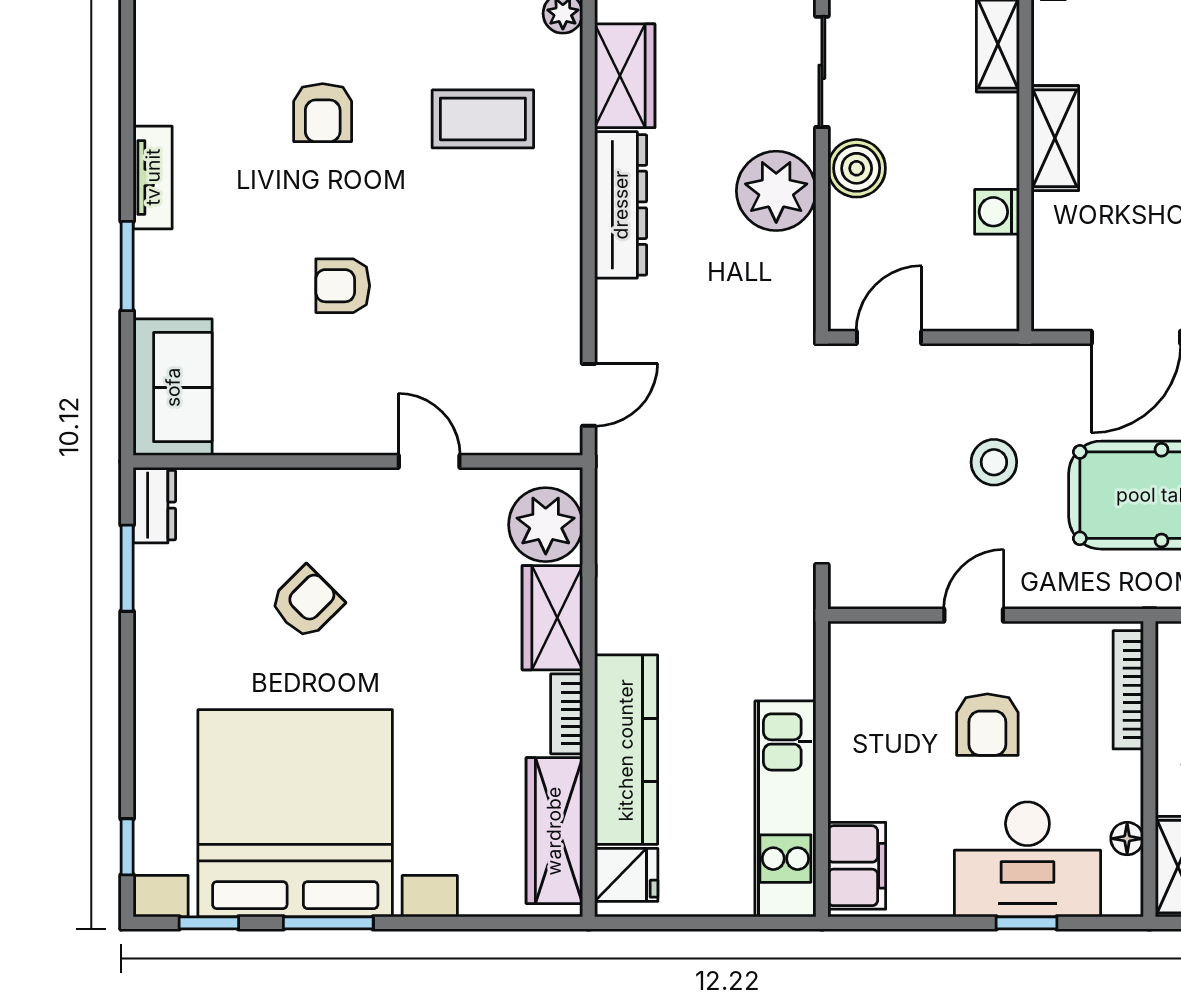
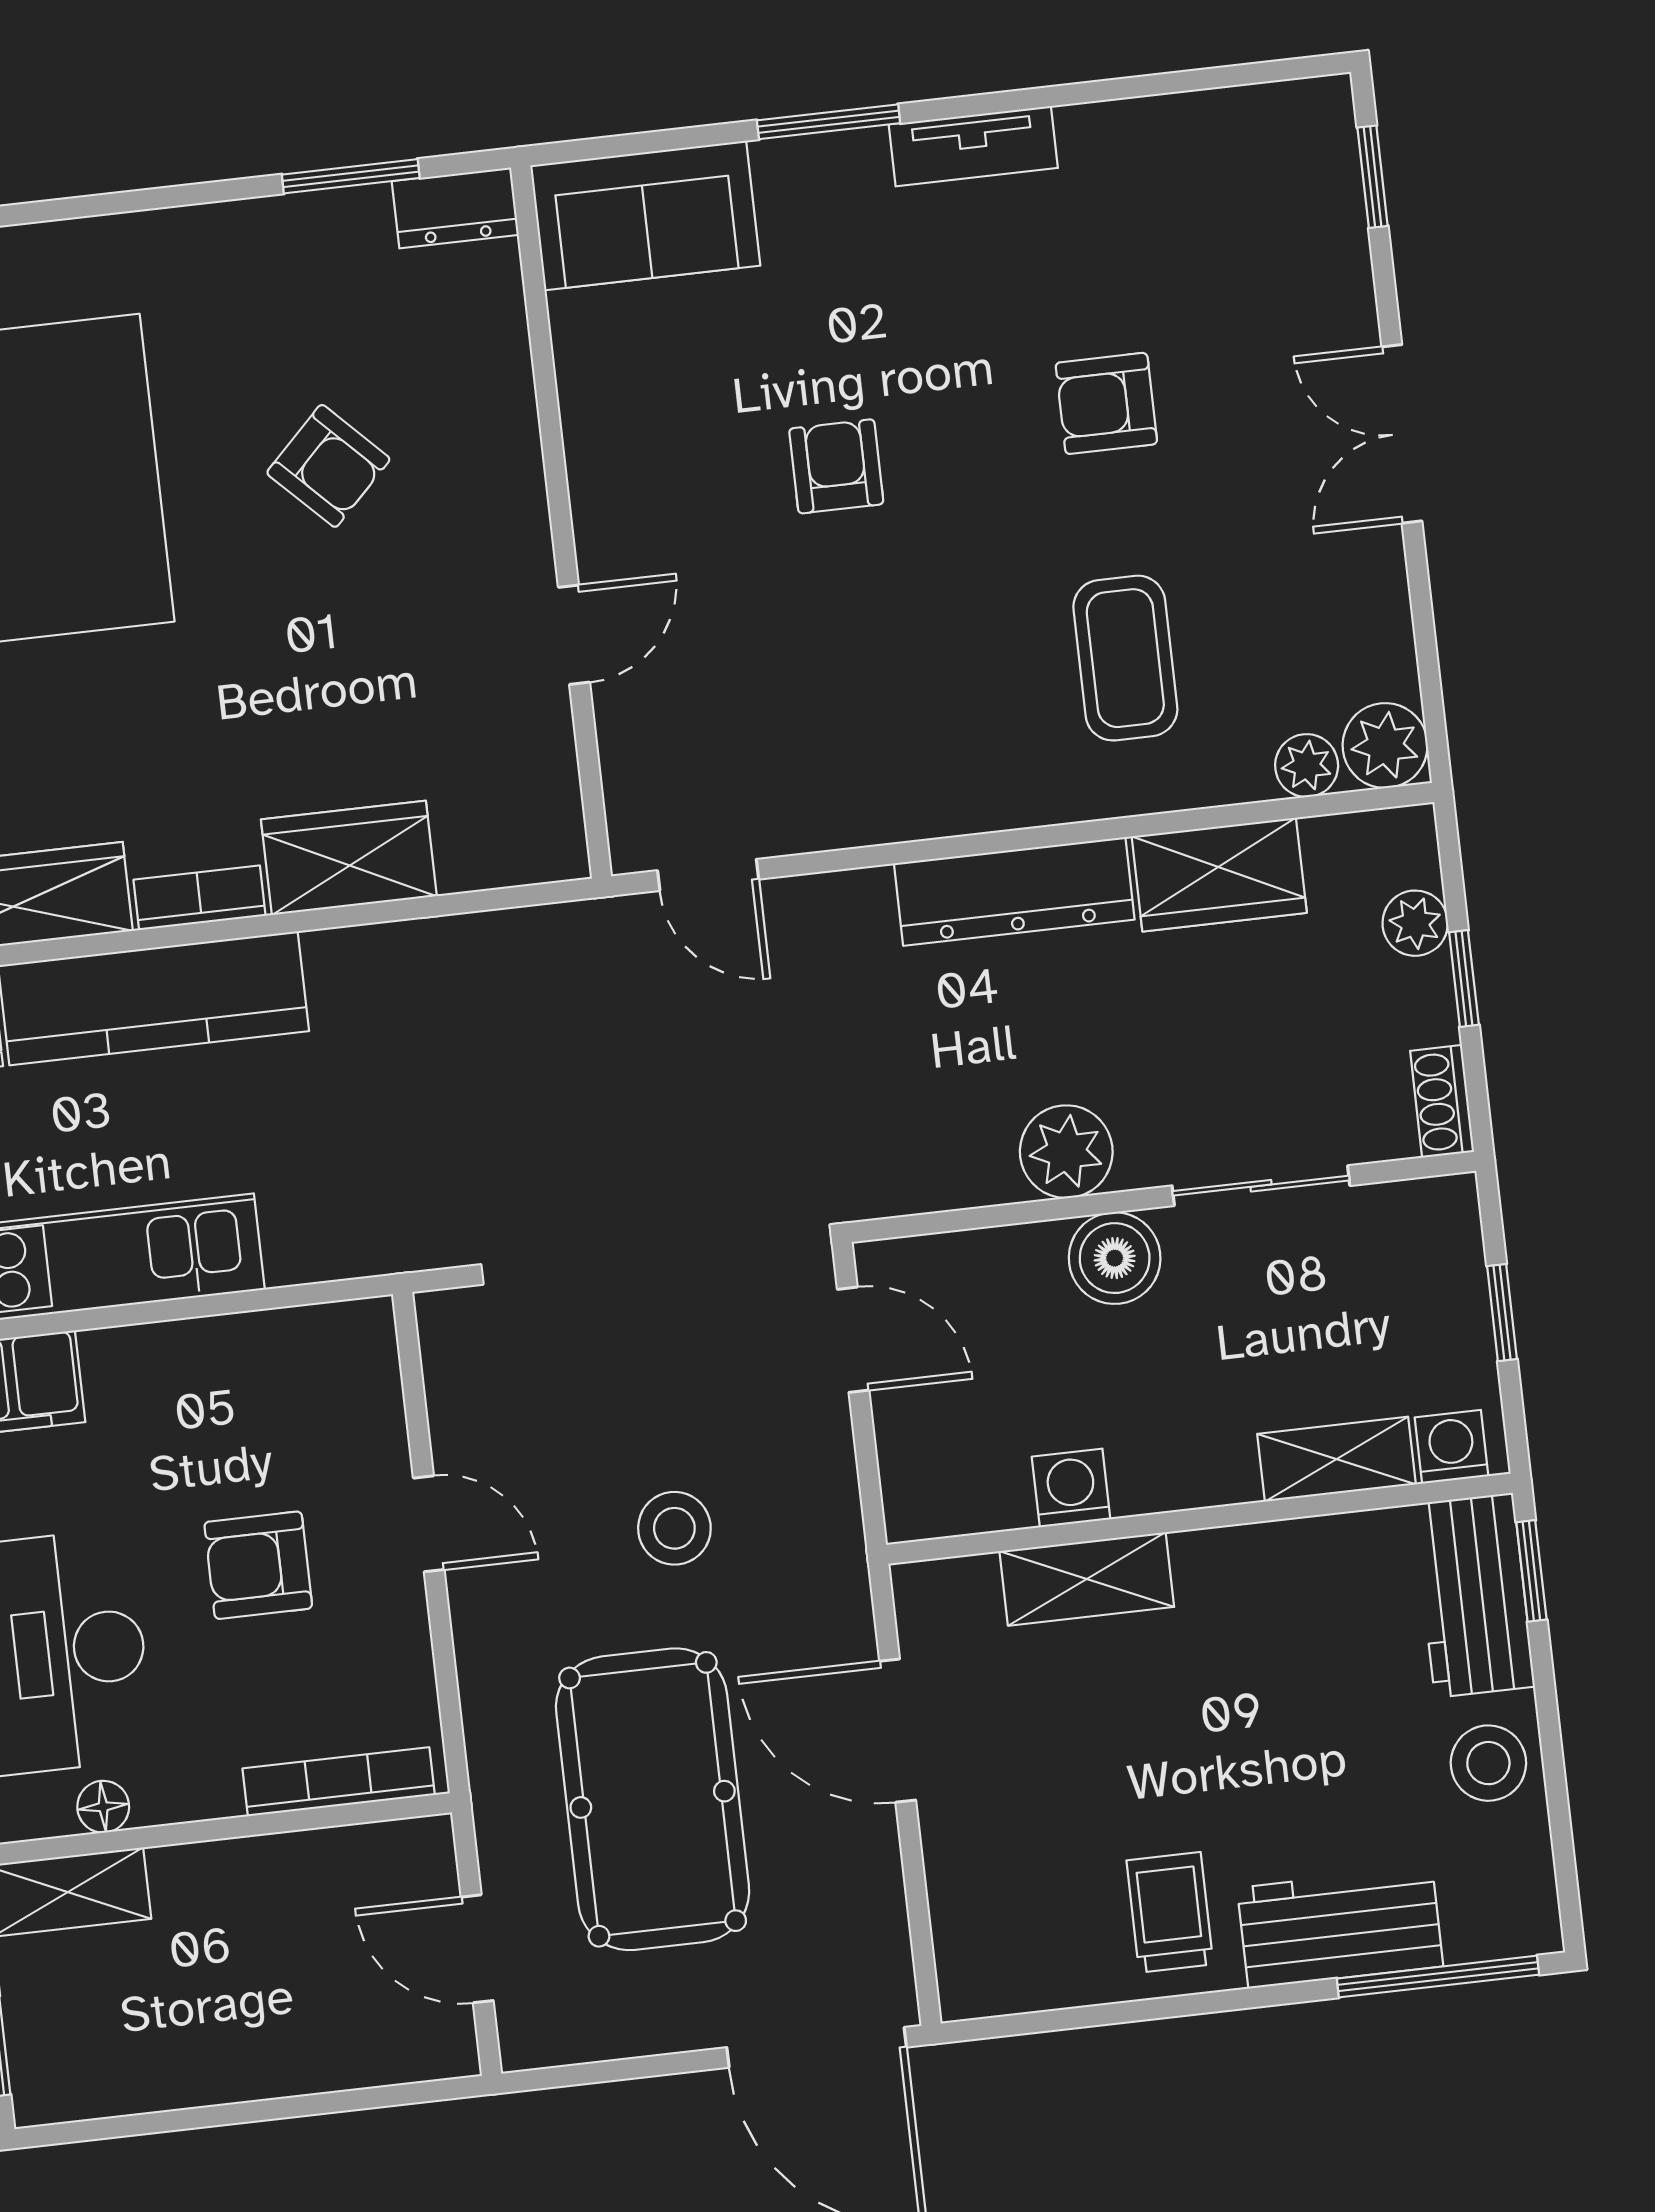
shelving: (1055, 138) -> (1087, 1579), moved
plant: (776, 191) -> (1066, 1152), width x0.73, depth x0.73
plant: (546, 525) -> (495, 830), removed

